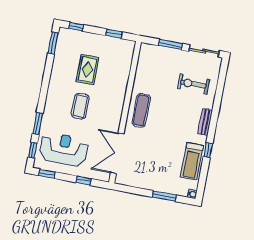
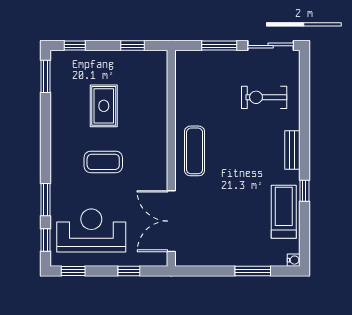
coffee table: (80, 106) -> (103, 162), turned 90
treadmill: (192, 161) -> (284, 212), turned 180

